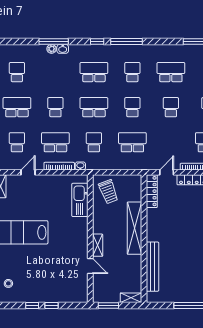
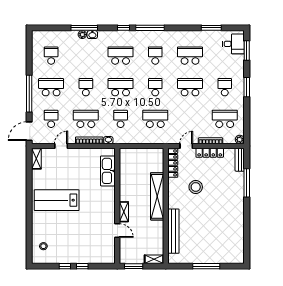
school desk: (171, 107) -> (190, 87), width x1.85
trolley: (108, 192) -> (134, 163), removed
stool: (177, 218) -> (196, 187), added

